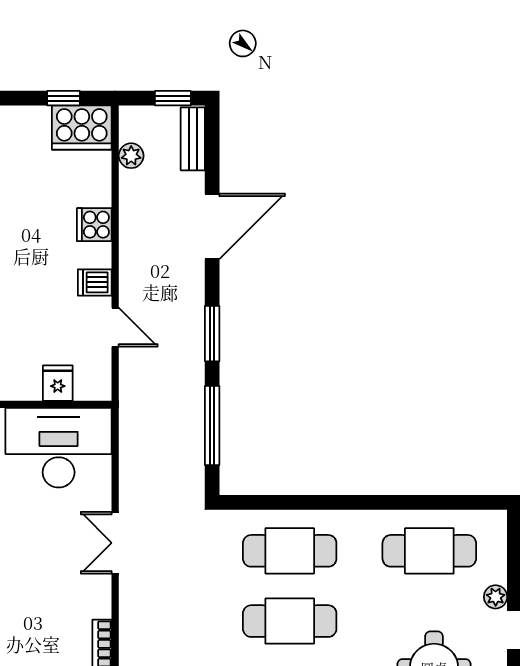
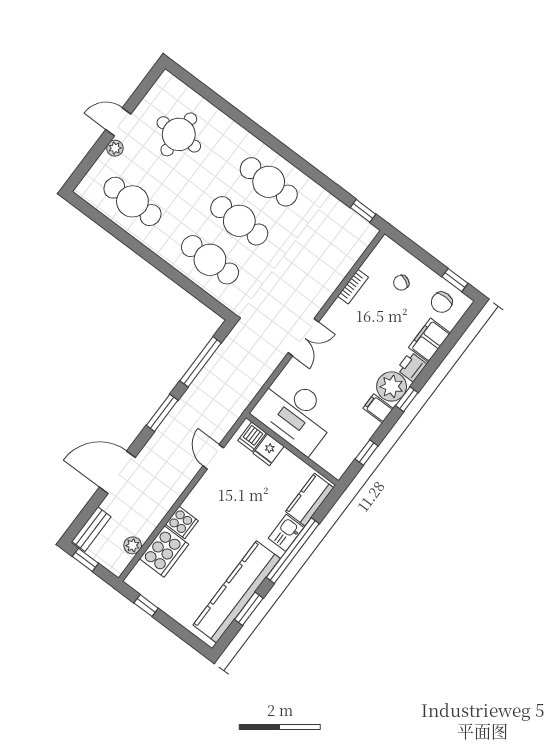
cooker: (82, 128) -> (164, 552), moved, turned 90
dishwasher: (95, 282) -> (252, 437), moved, turned 90

